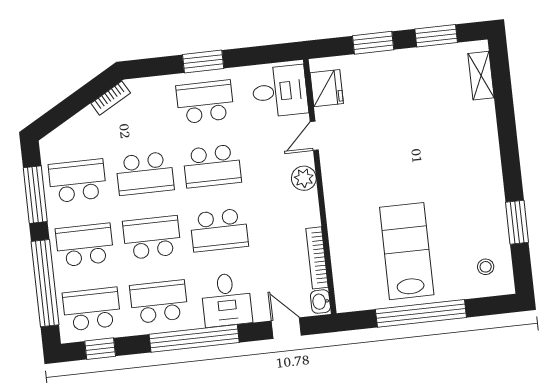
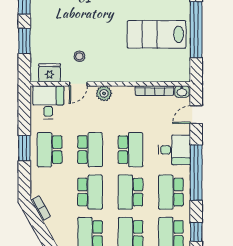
stool: (358, 133) -> (79, 56), added
door: (314, 136) -> (78, 84), hinge flipped

